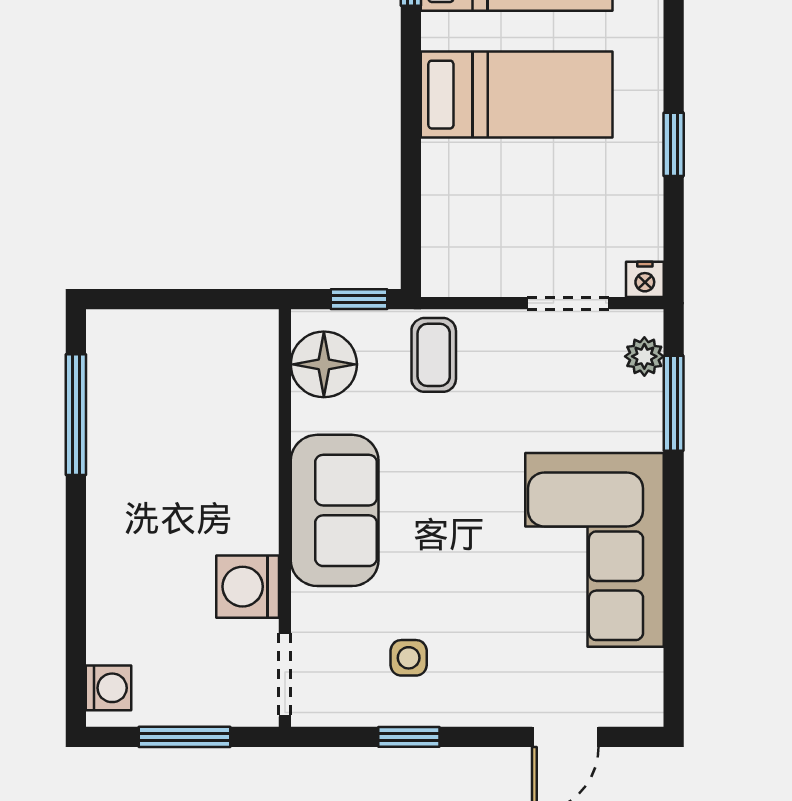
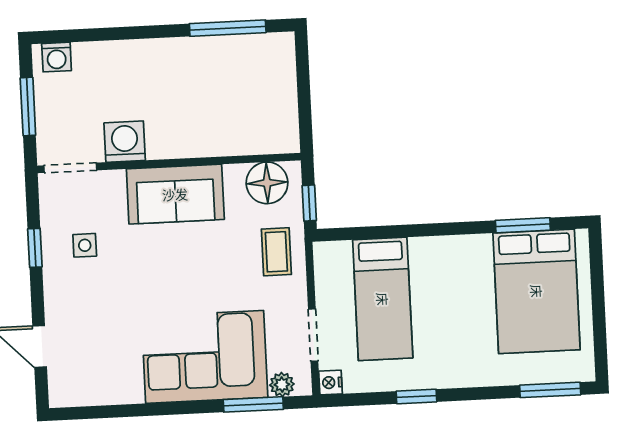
bed: (517, 95) -> (383, 299), moved
coffee table: (434, 355) -> (276, 252), turned 90
corner sofa: (595, 550) -> (205, 357), moved

